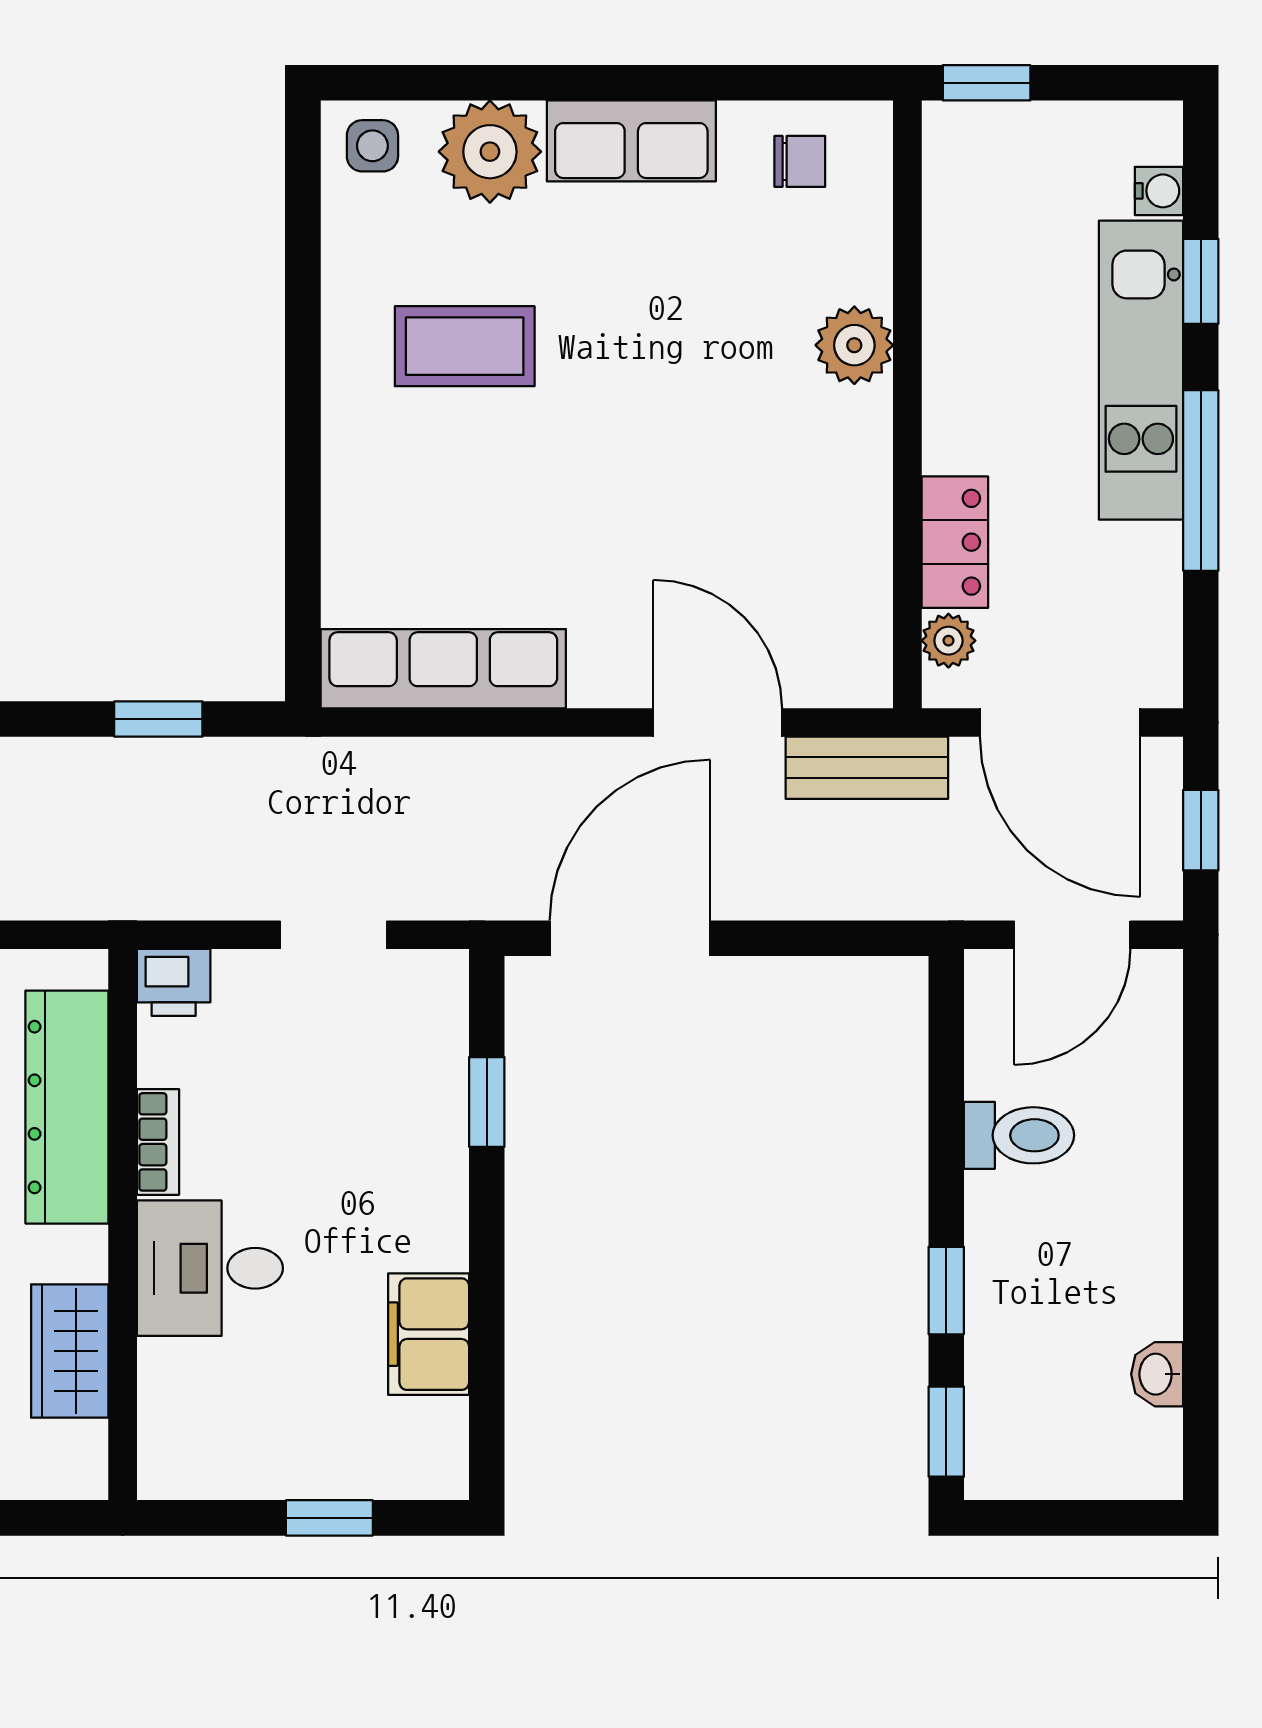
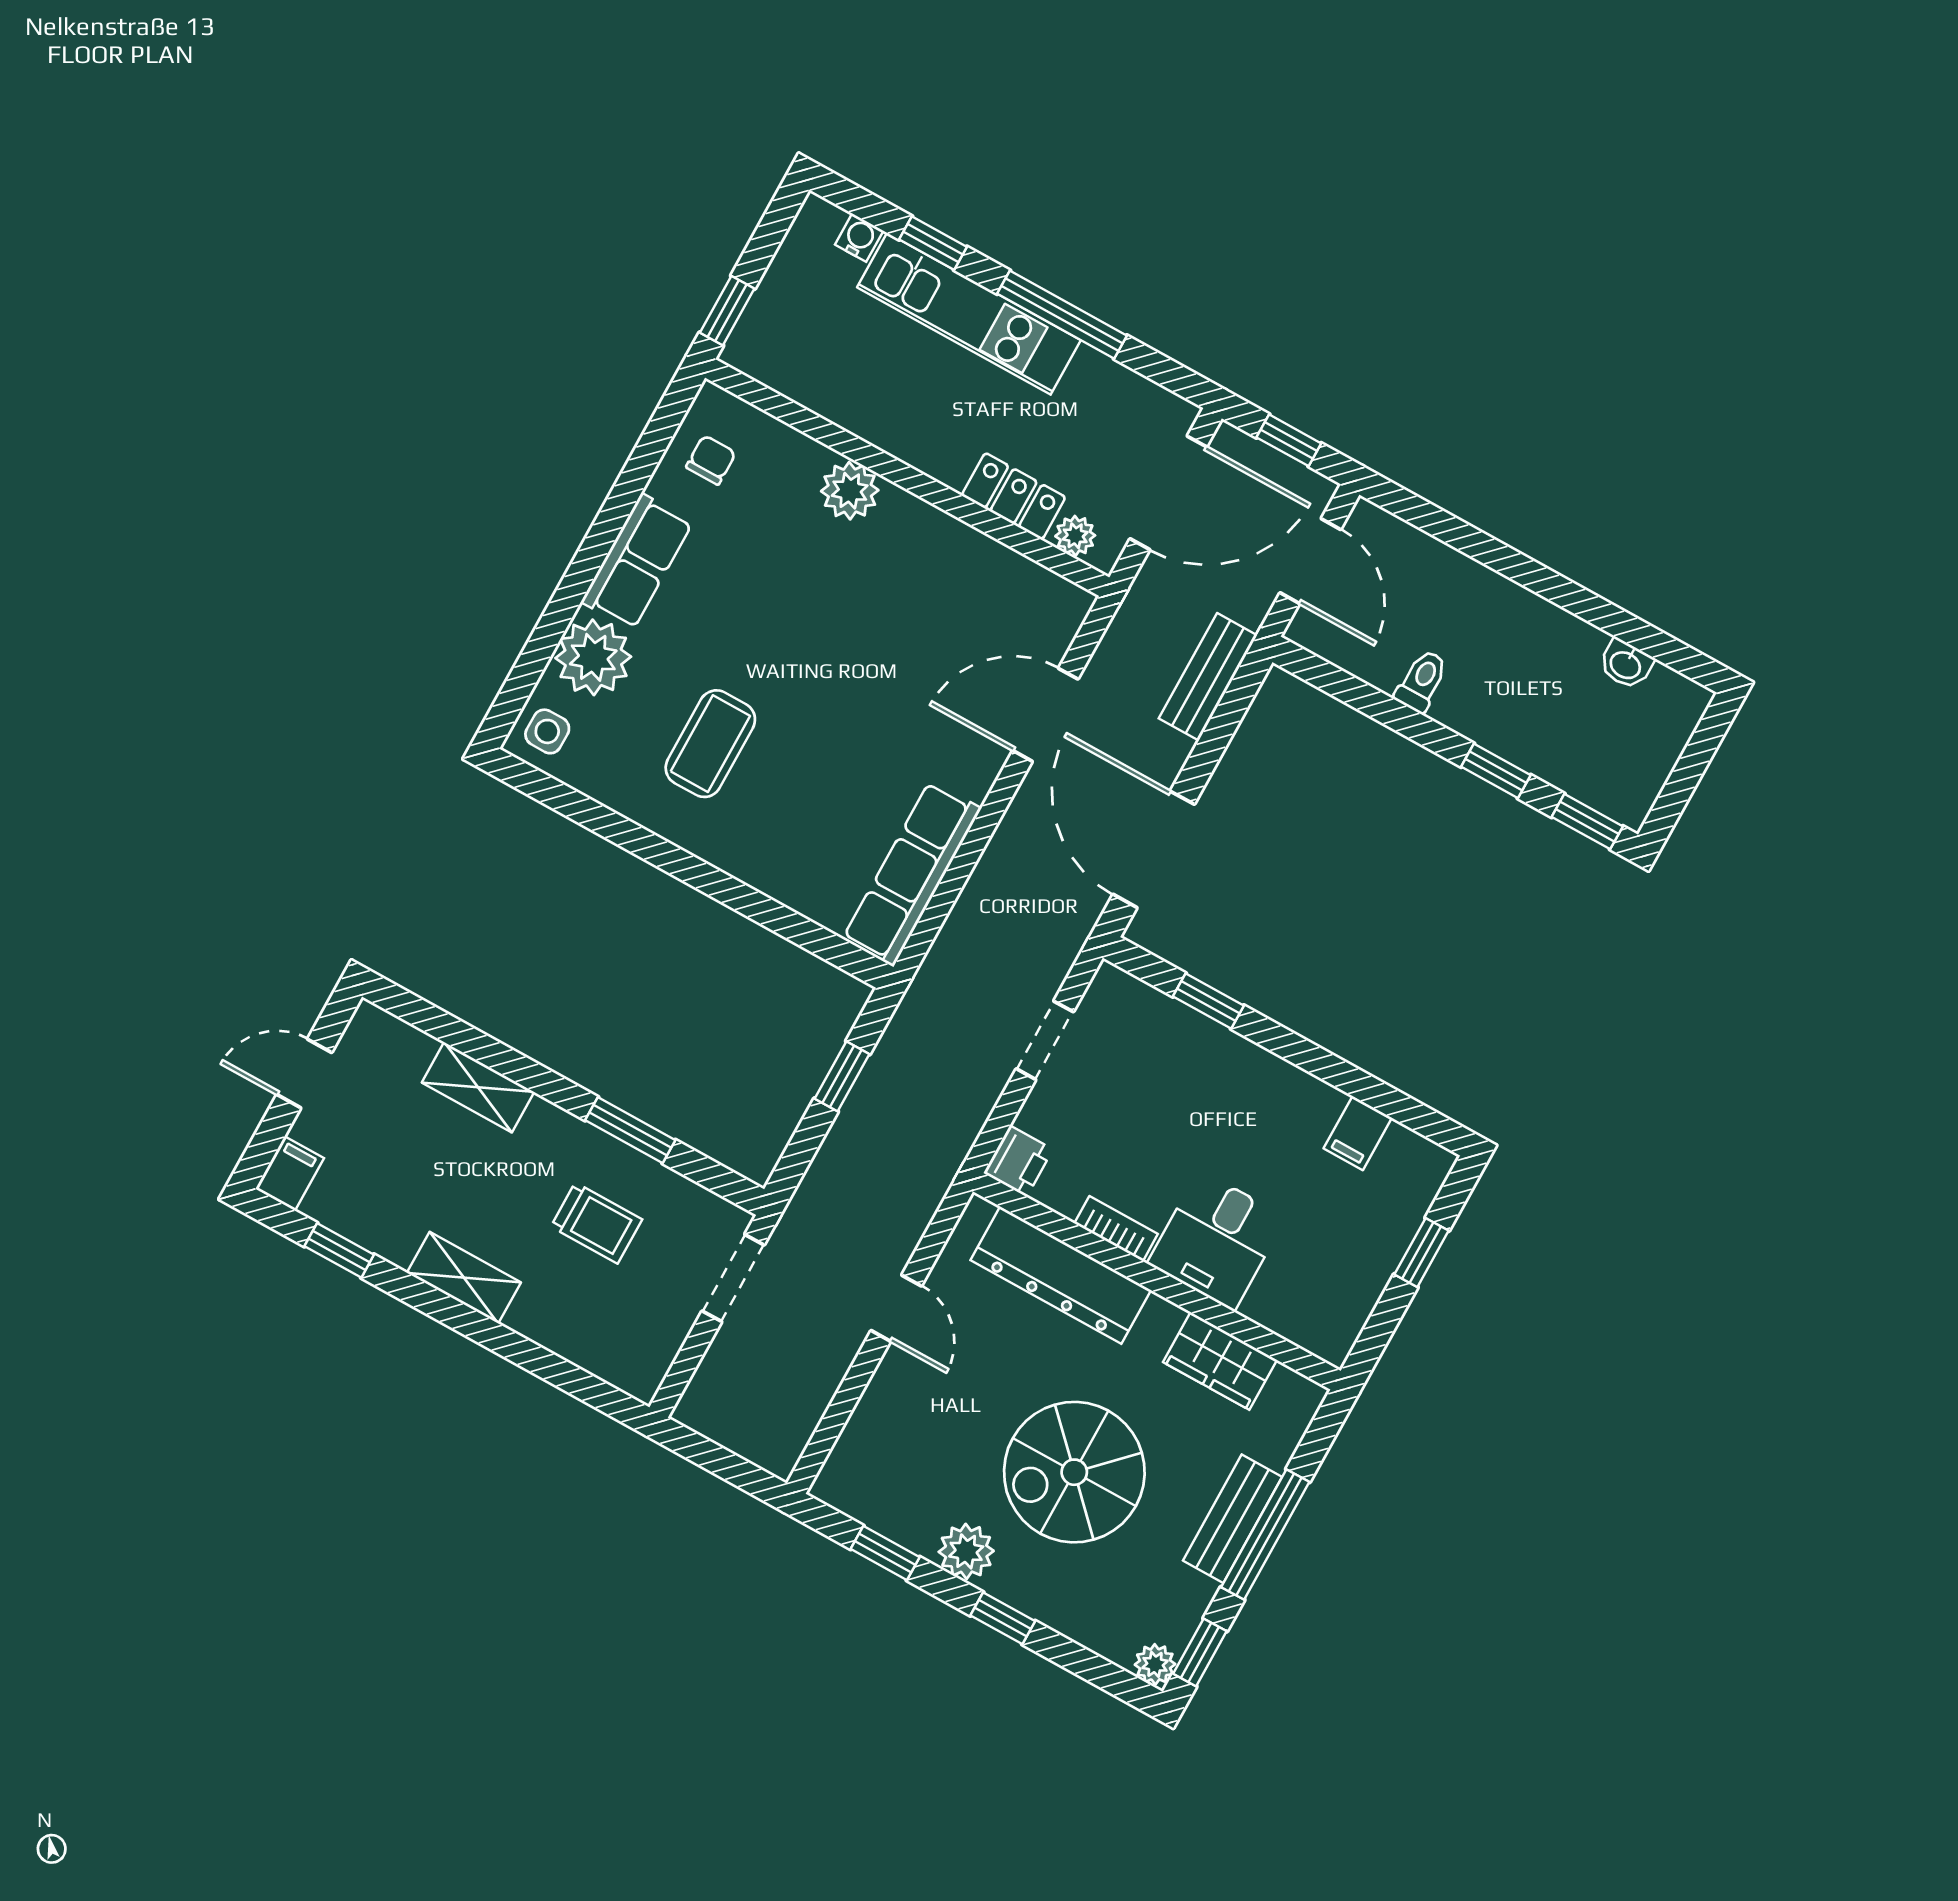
bench: (867, 768) -> (1208, 677), moved
toilet: (1019, 1135) -> (1422, 681), width x0.73, depth x0.72
filing cabinet: (429, 1334) -> (1358, 1133), width x0.50

